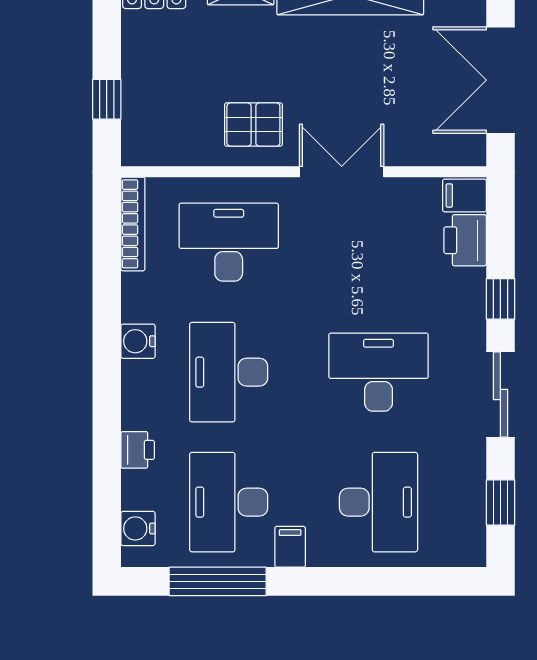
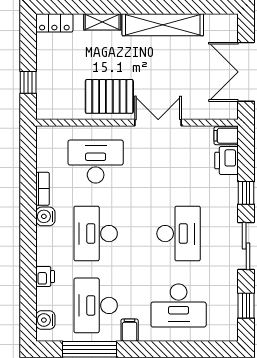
pallet: (253, 124) -> (109, 96), width x1.50, depth x1.42
bookcase: (133, 224) -> (43, 189), moved, width x0.64
desk: (379, 372) -> (179, 234), turned 90
desk: (379, 502) -> (179, 305), turned 90

